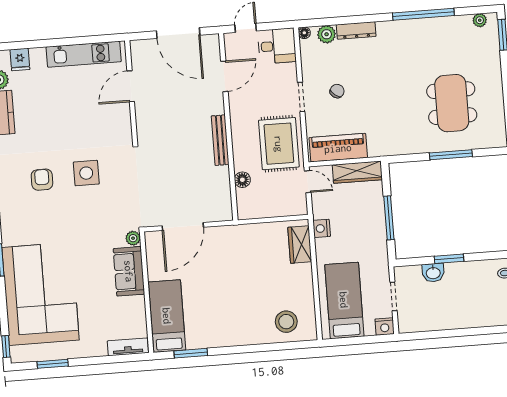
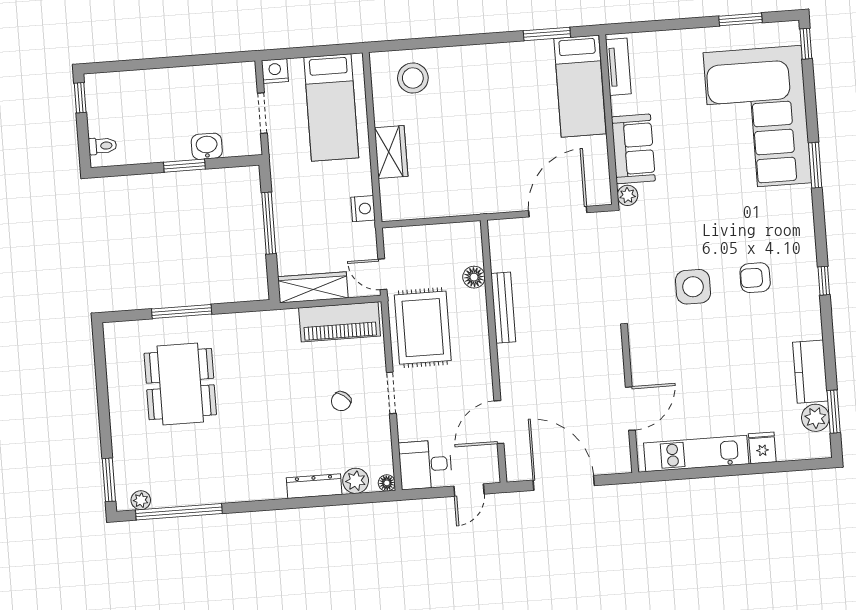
window: (423, 14) -> (179, 512), moved
fridge: (20, 60) -> (762, 448), moved
bench: (220, 140) -> (503, 308), moved
armchair: (42, 180) -> (755, 278), turned 90
wardrobe: (300, 245) -> (391, 152), moved
tv unit: (128, 347) -> (618, 67), moved, turned -90

